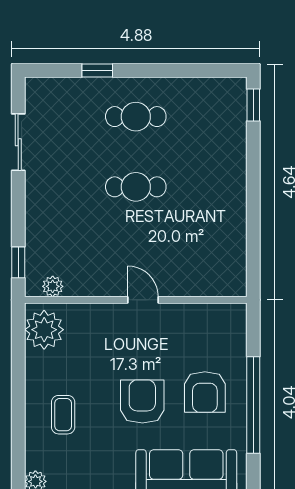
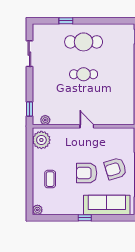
cafe table: (136, 117) -> (84, 42), width x1.37, depth x1.35
armchair: (205, 392) -> (115, 169), turned 73
armchair: (142, 401) -> (87, 173), turned -90

